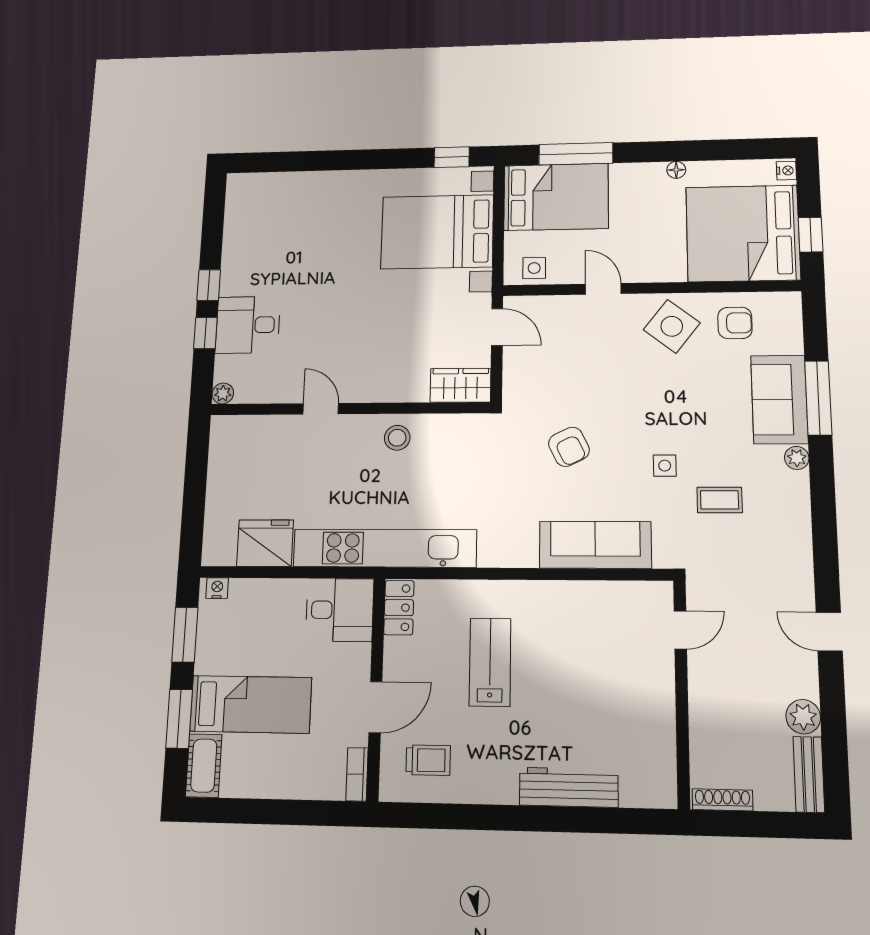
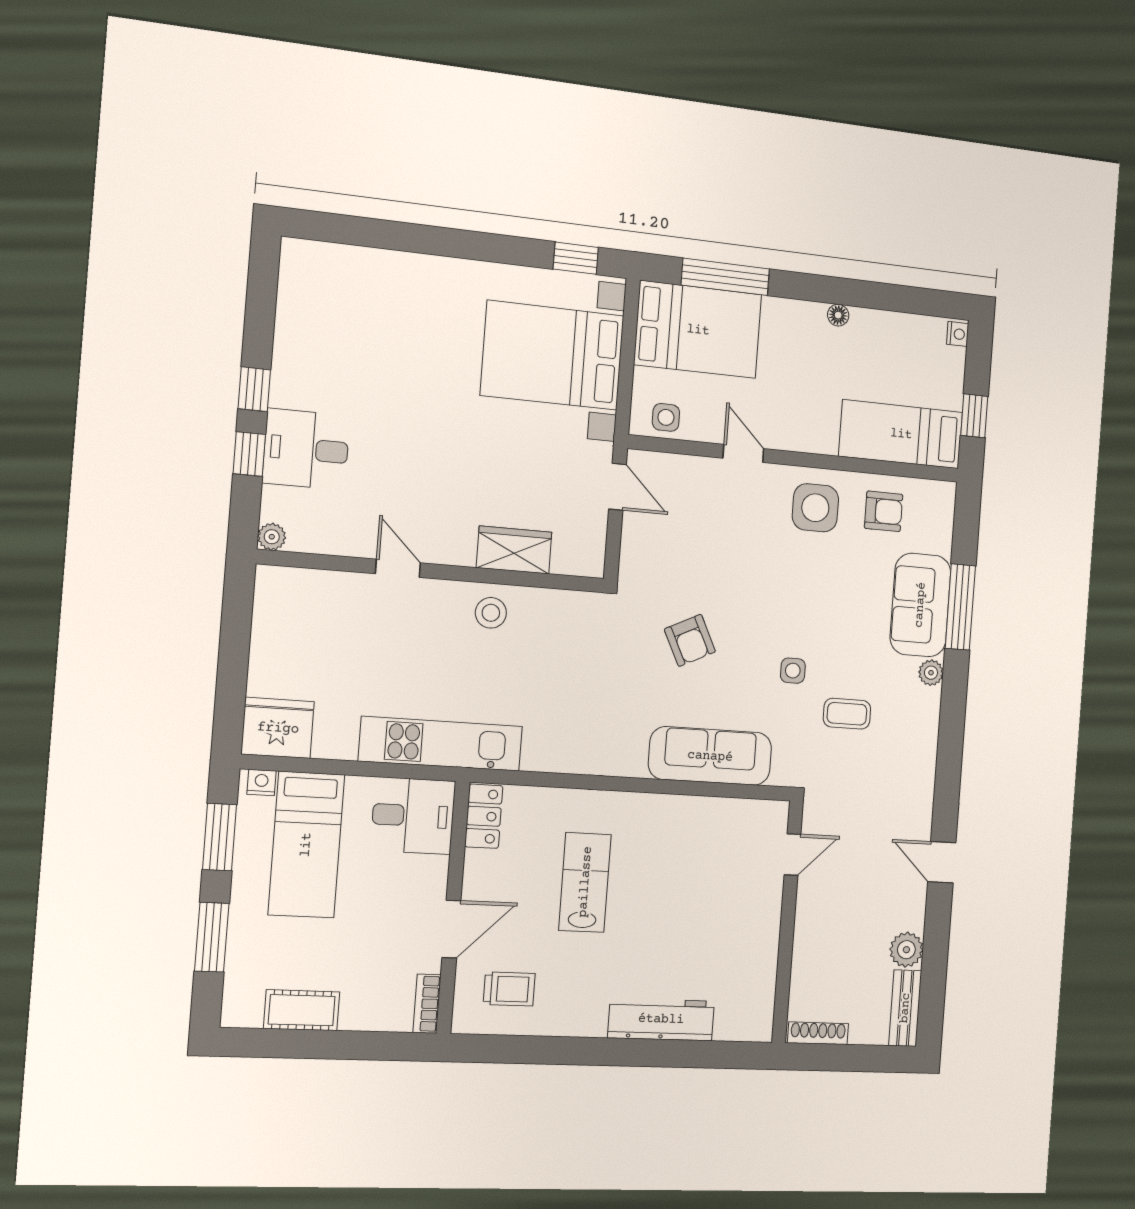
bed: (743, 233) -> (901, 434), width x0.49
side table: (672, 326) -> (815, 508), turned -38
wardrobe: (460, 385) -> (514, 550), moved
fridge: (265, 543) -> (278, 728), moved
kitchen unit: (385, 548) -> (441, 744), width x0.73
bed: (251, 704) -> (306, 845), moved, turned 90
cot: (204, 766) -> (302, 1010), moved, turned 90

